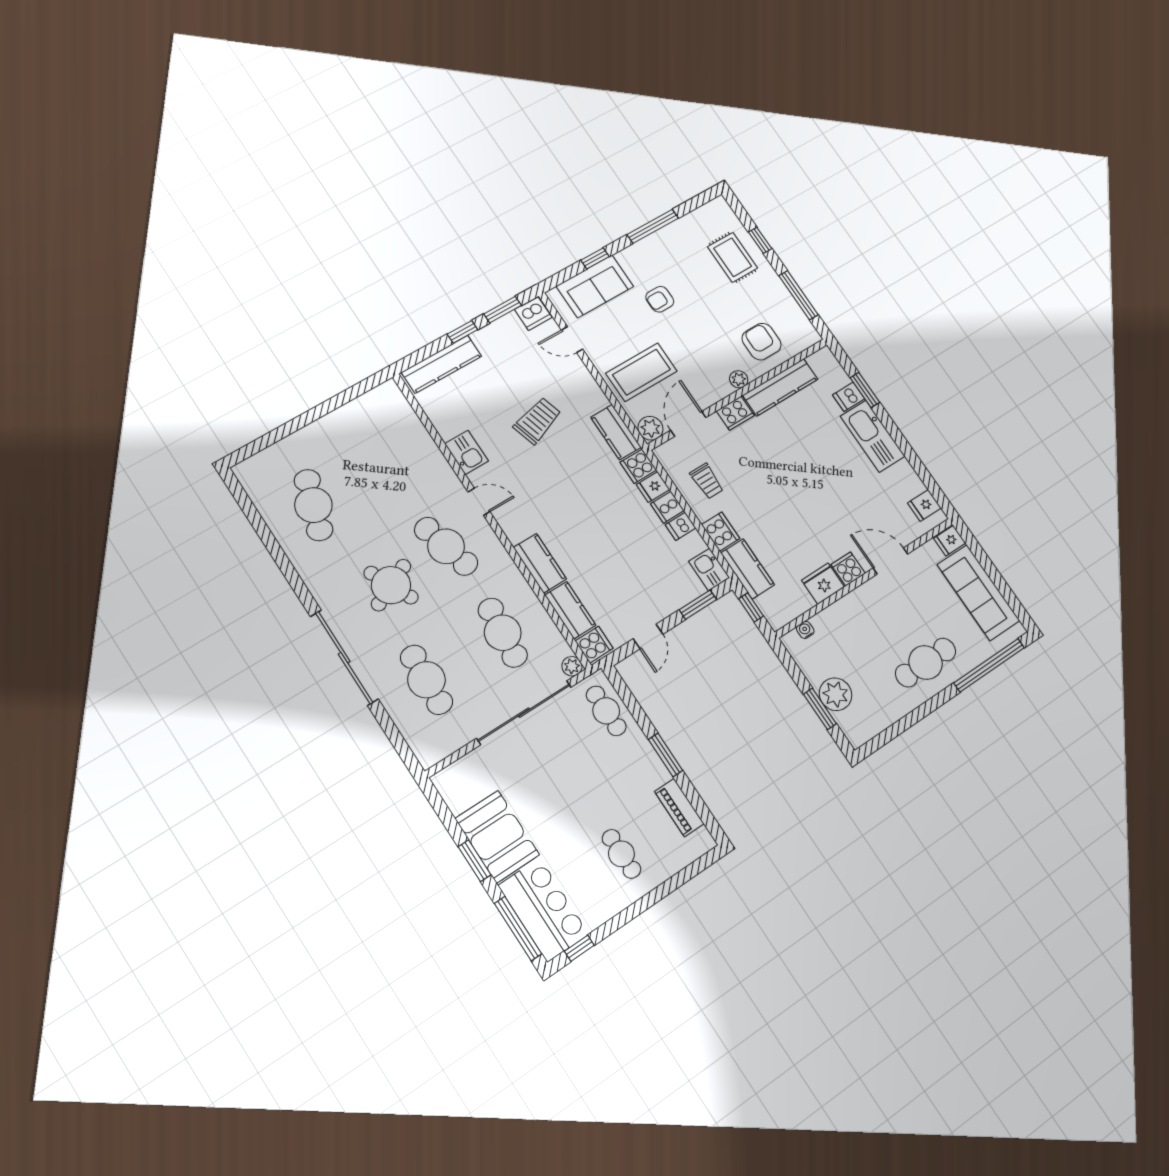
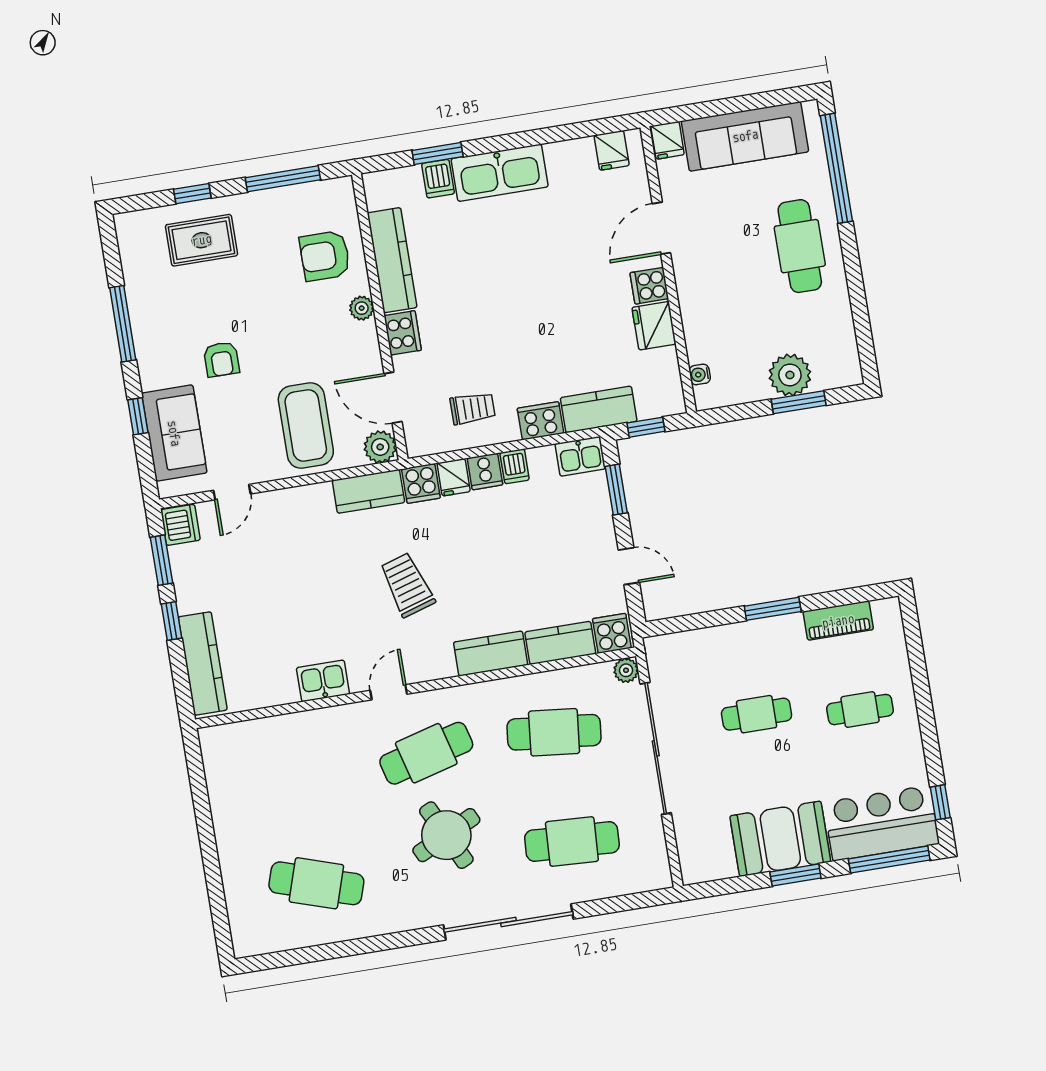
trolley: (537, 420) -> (407, 585), moved
cafe table: (606, 711) -> (757, 714), moved

